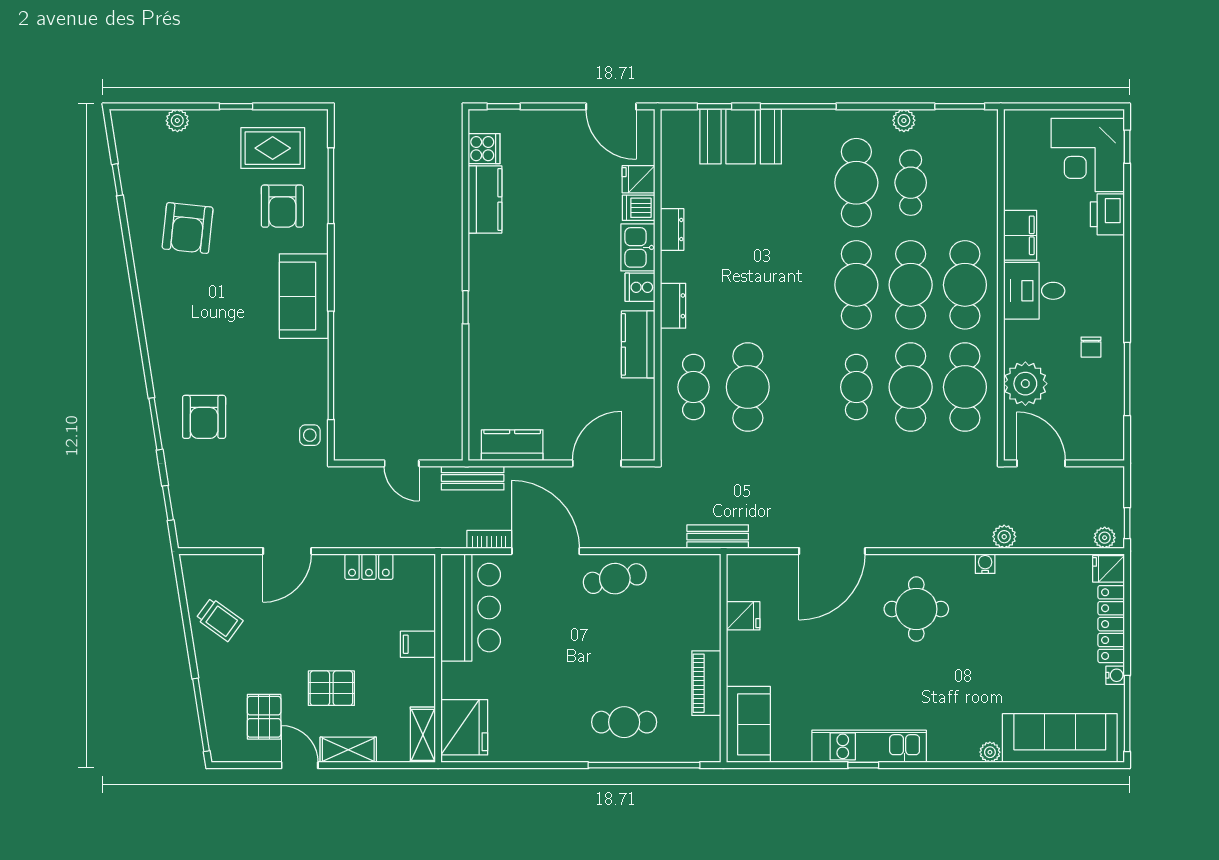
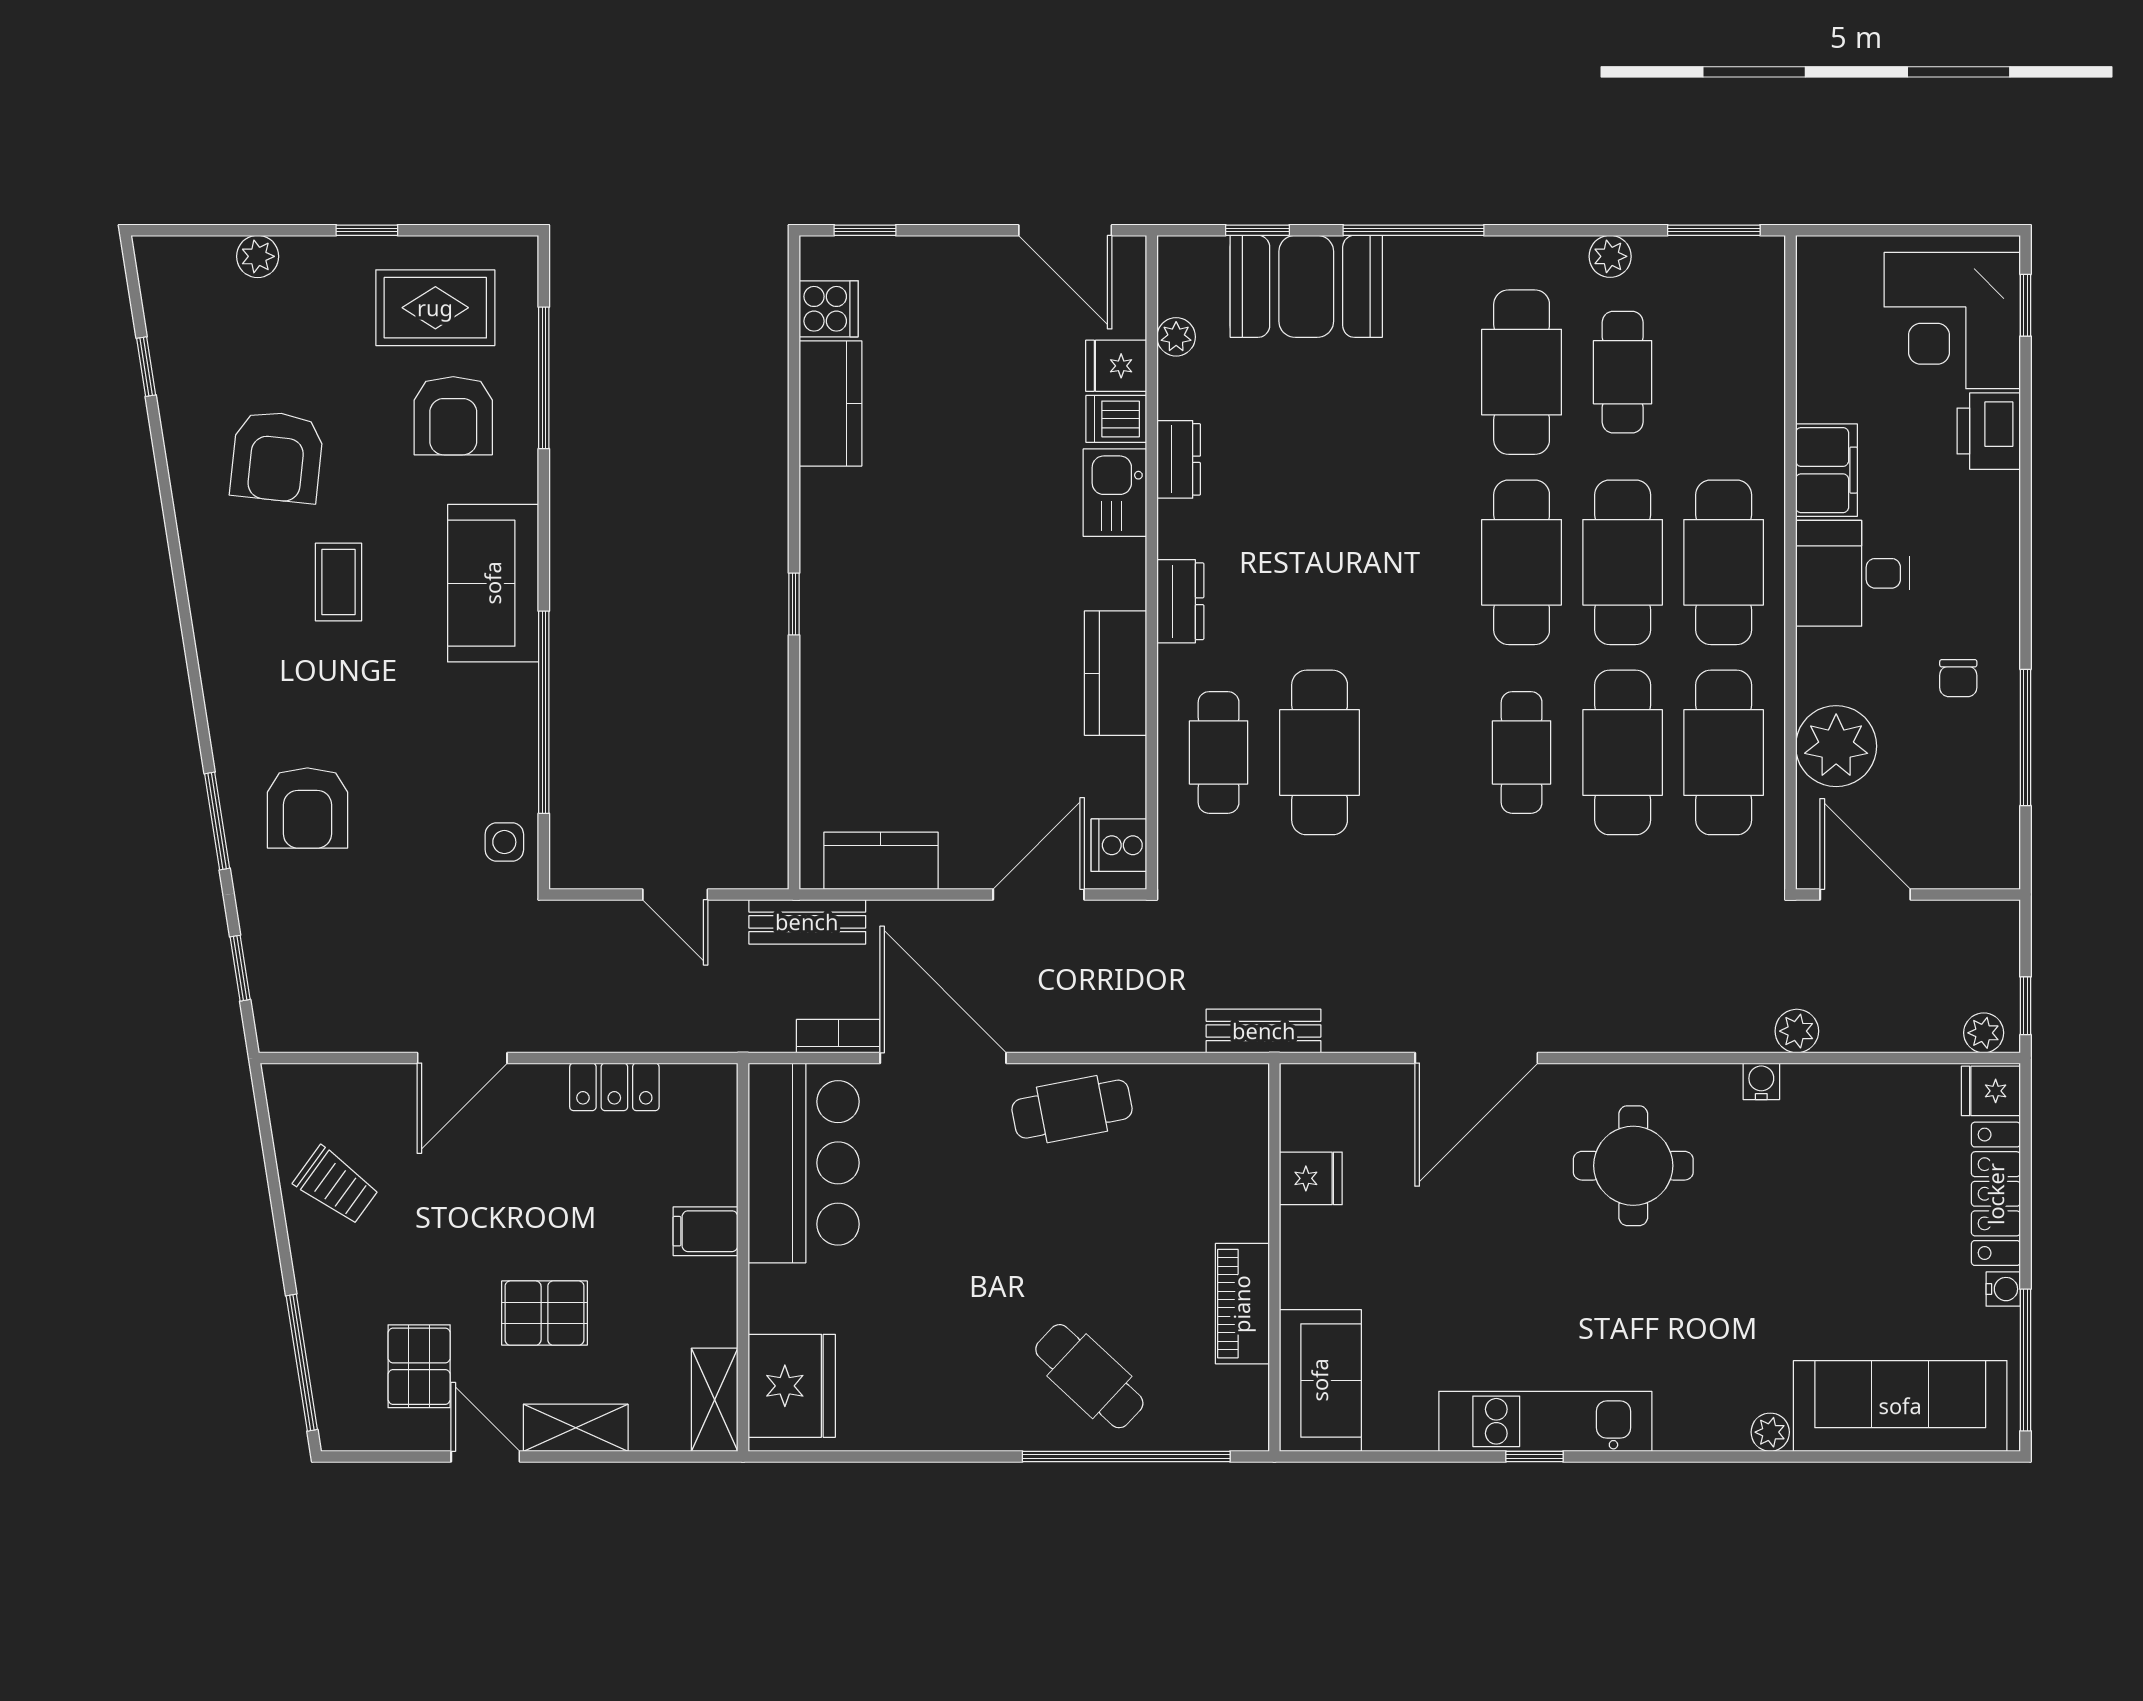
plant: (671, 164) -> (1176, 337), added
cooker: (640, 287) -> (1119, 845), moved
coffee table: (221, 295) -> (338, 582), added
cafe table: (624, 722) -> (1089, 1376), turned 43

